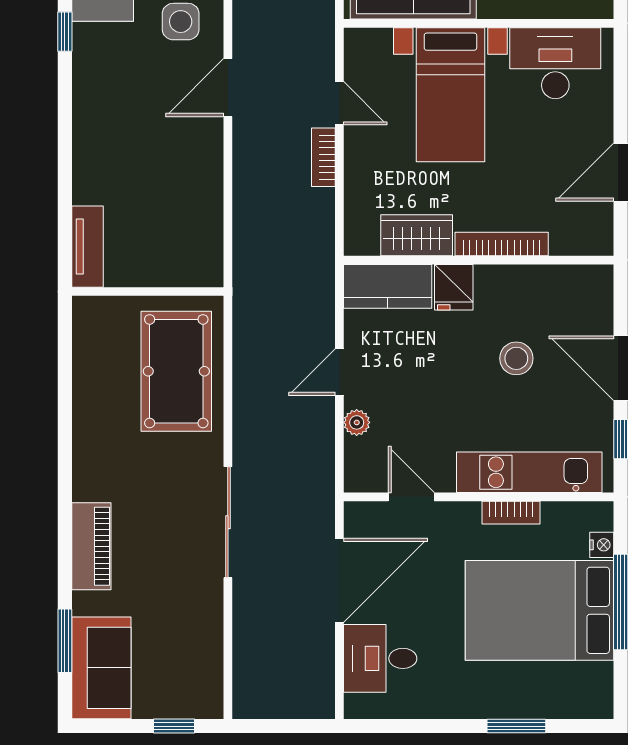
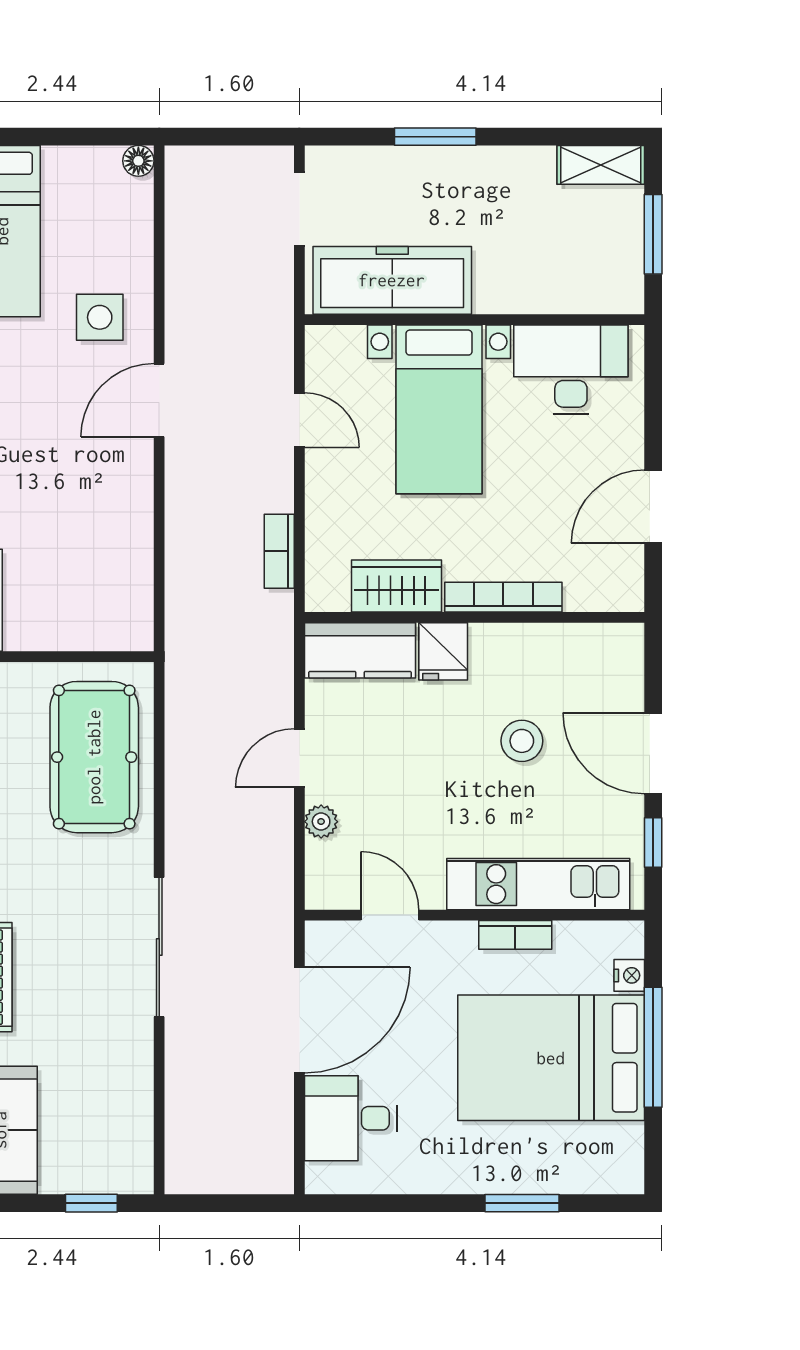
bookcase: (323, 157) -> (279, 551), moved

